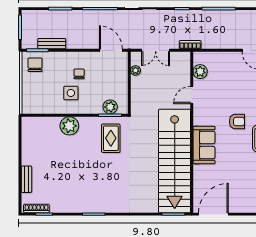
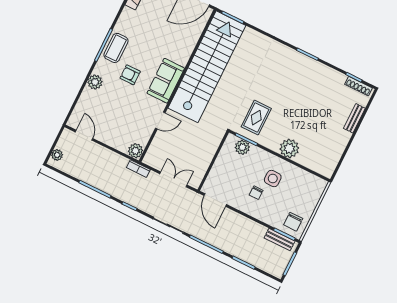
bench: (52, 44) -> (280, 239), moved
plant: (135, 70) -> (202, 170), removed
plant: (200, 72) -> (136, 151), moved
sofa: (204, 145) -> (166, 81), moved

